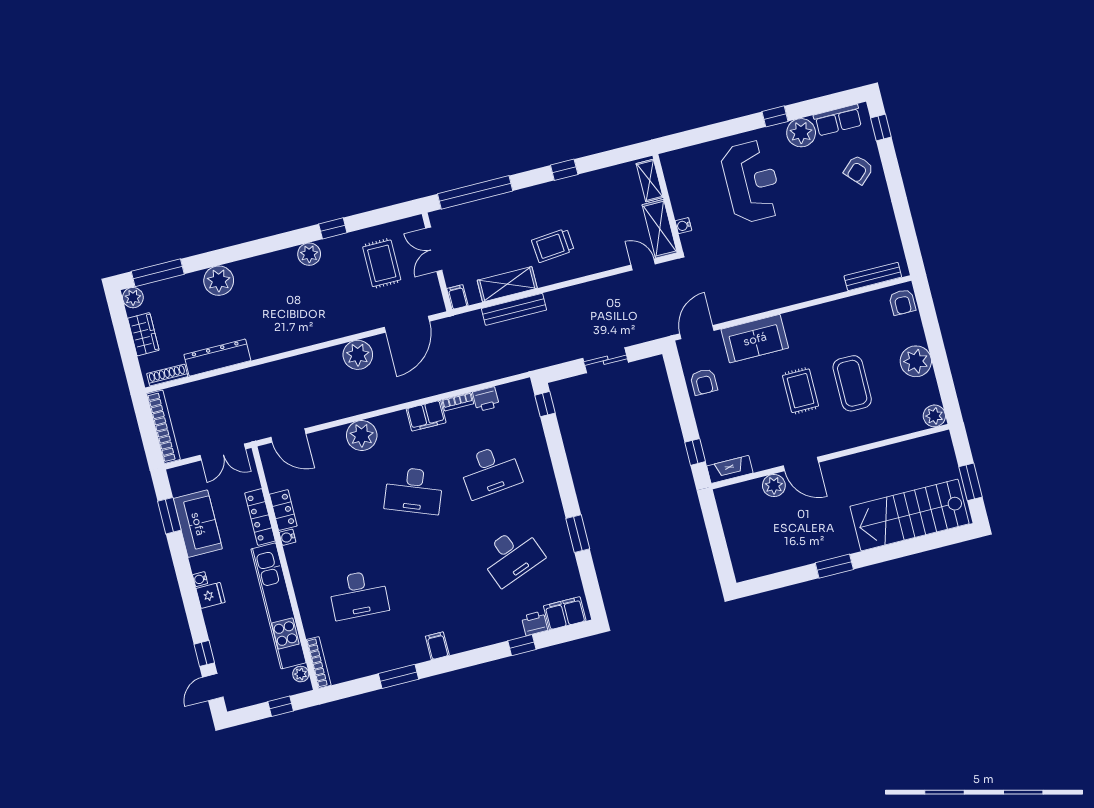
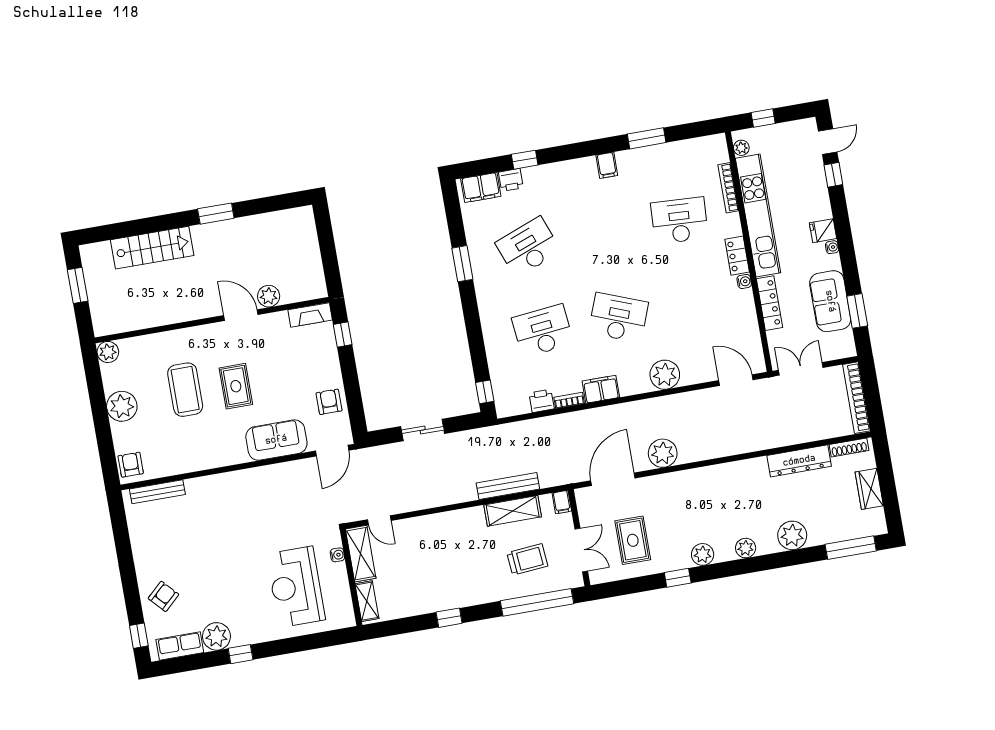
reception desk: (752, 182) -> (296, 587), moved
trolley: (553, 245) -> (527, 559), moved
plant: (133, 298) -> (746, 548), moved
locker: (283, 510) -> (737, 256), moved
stairs: (909, 515) -> (152, 248), width x0.73, depth x0.66
bookcase: (319, 662) -> (728, 188), moved

